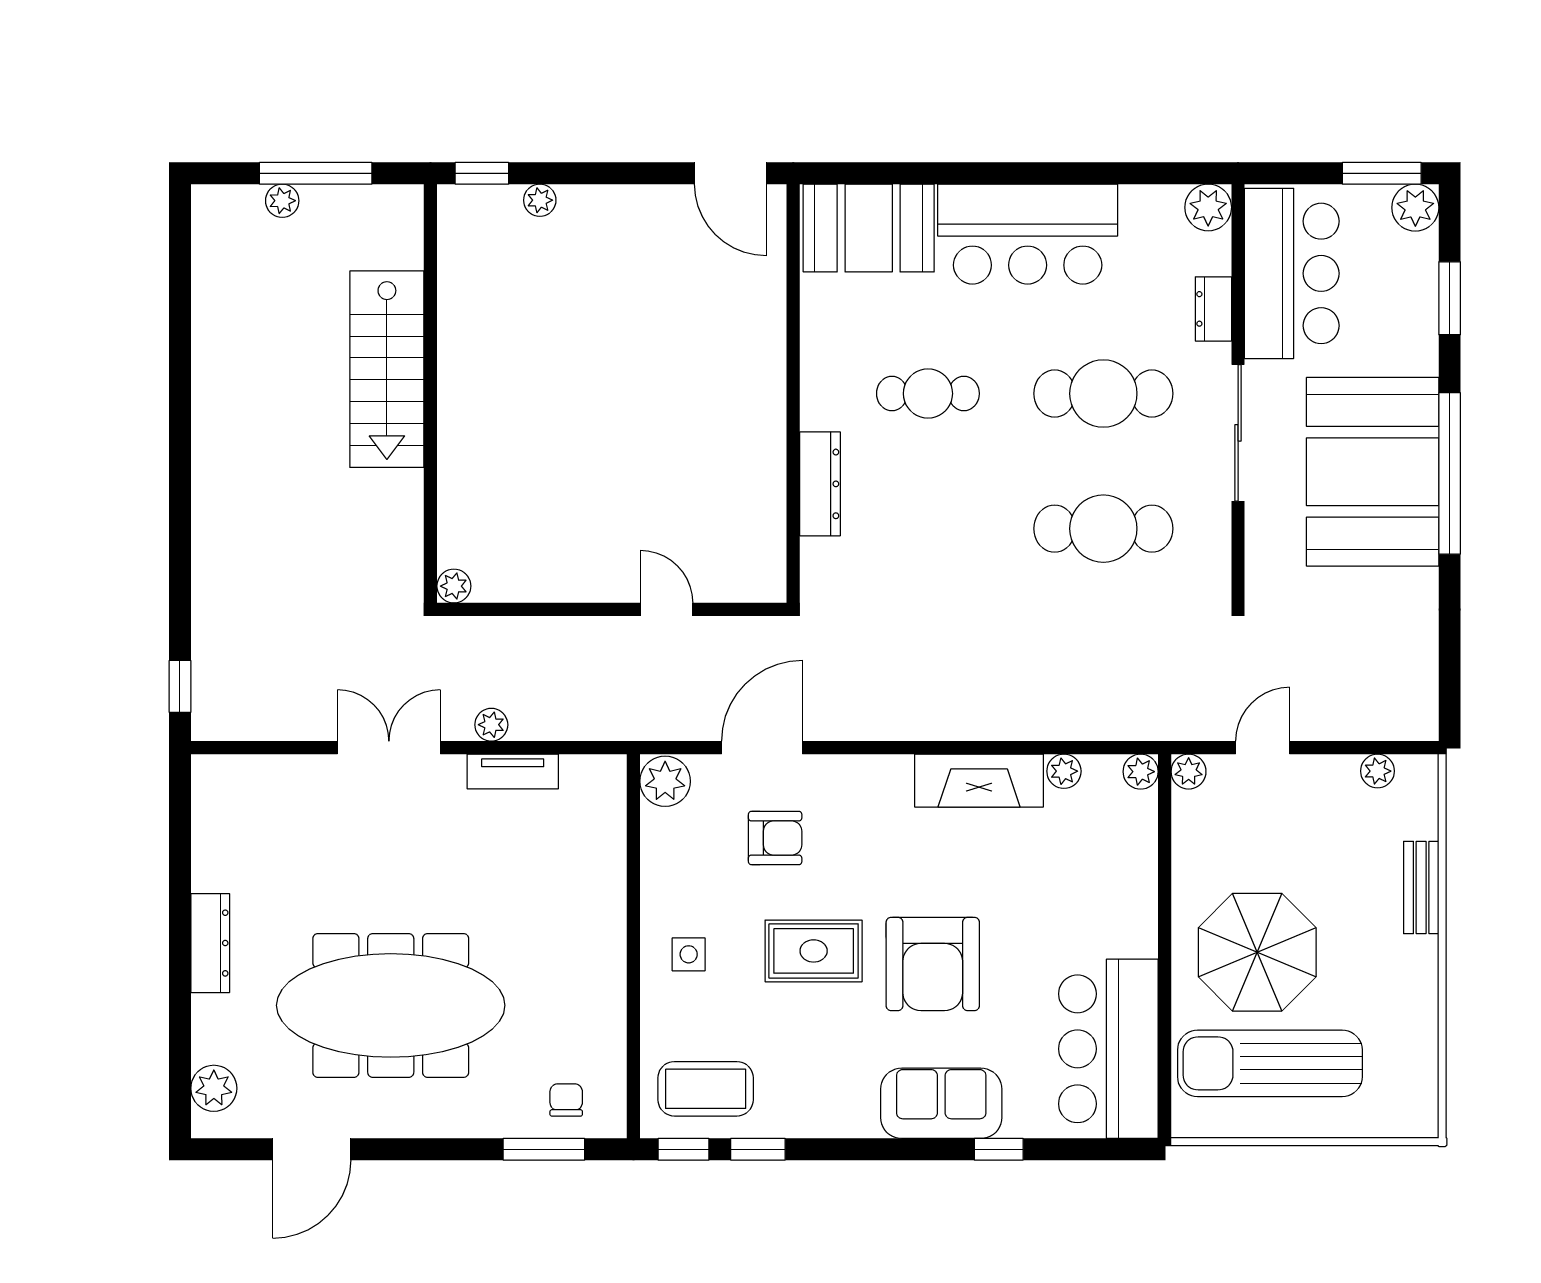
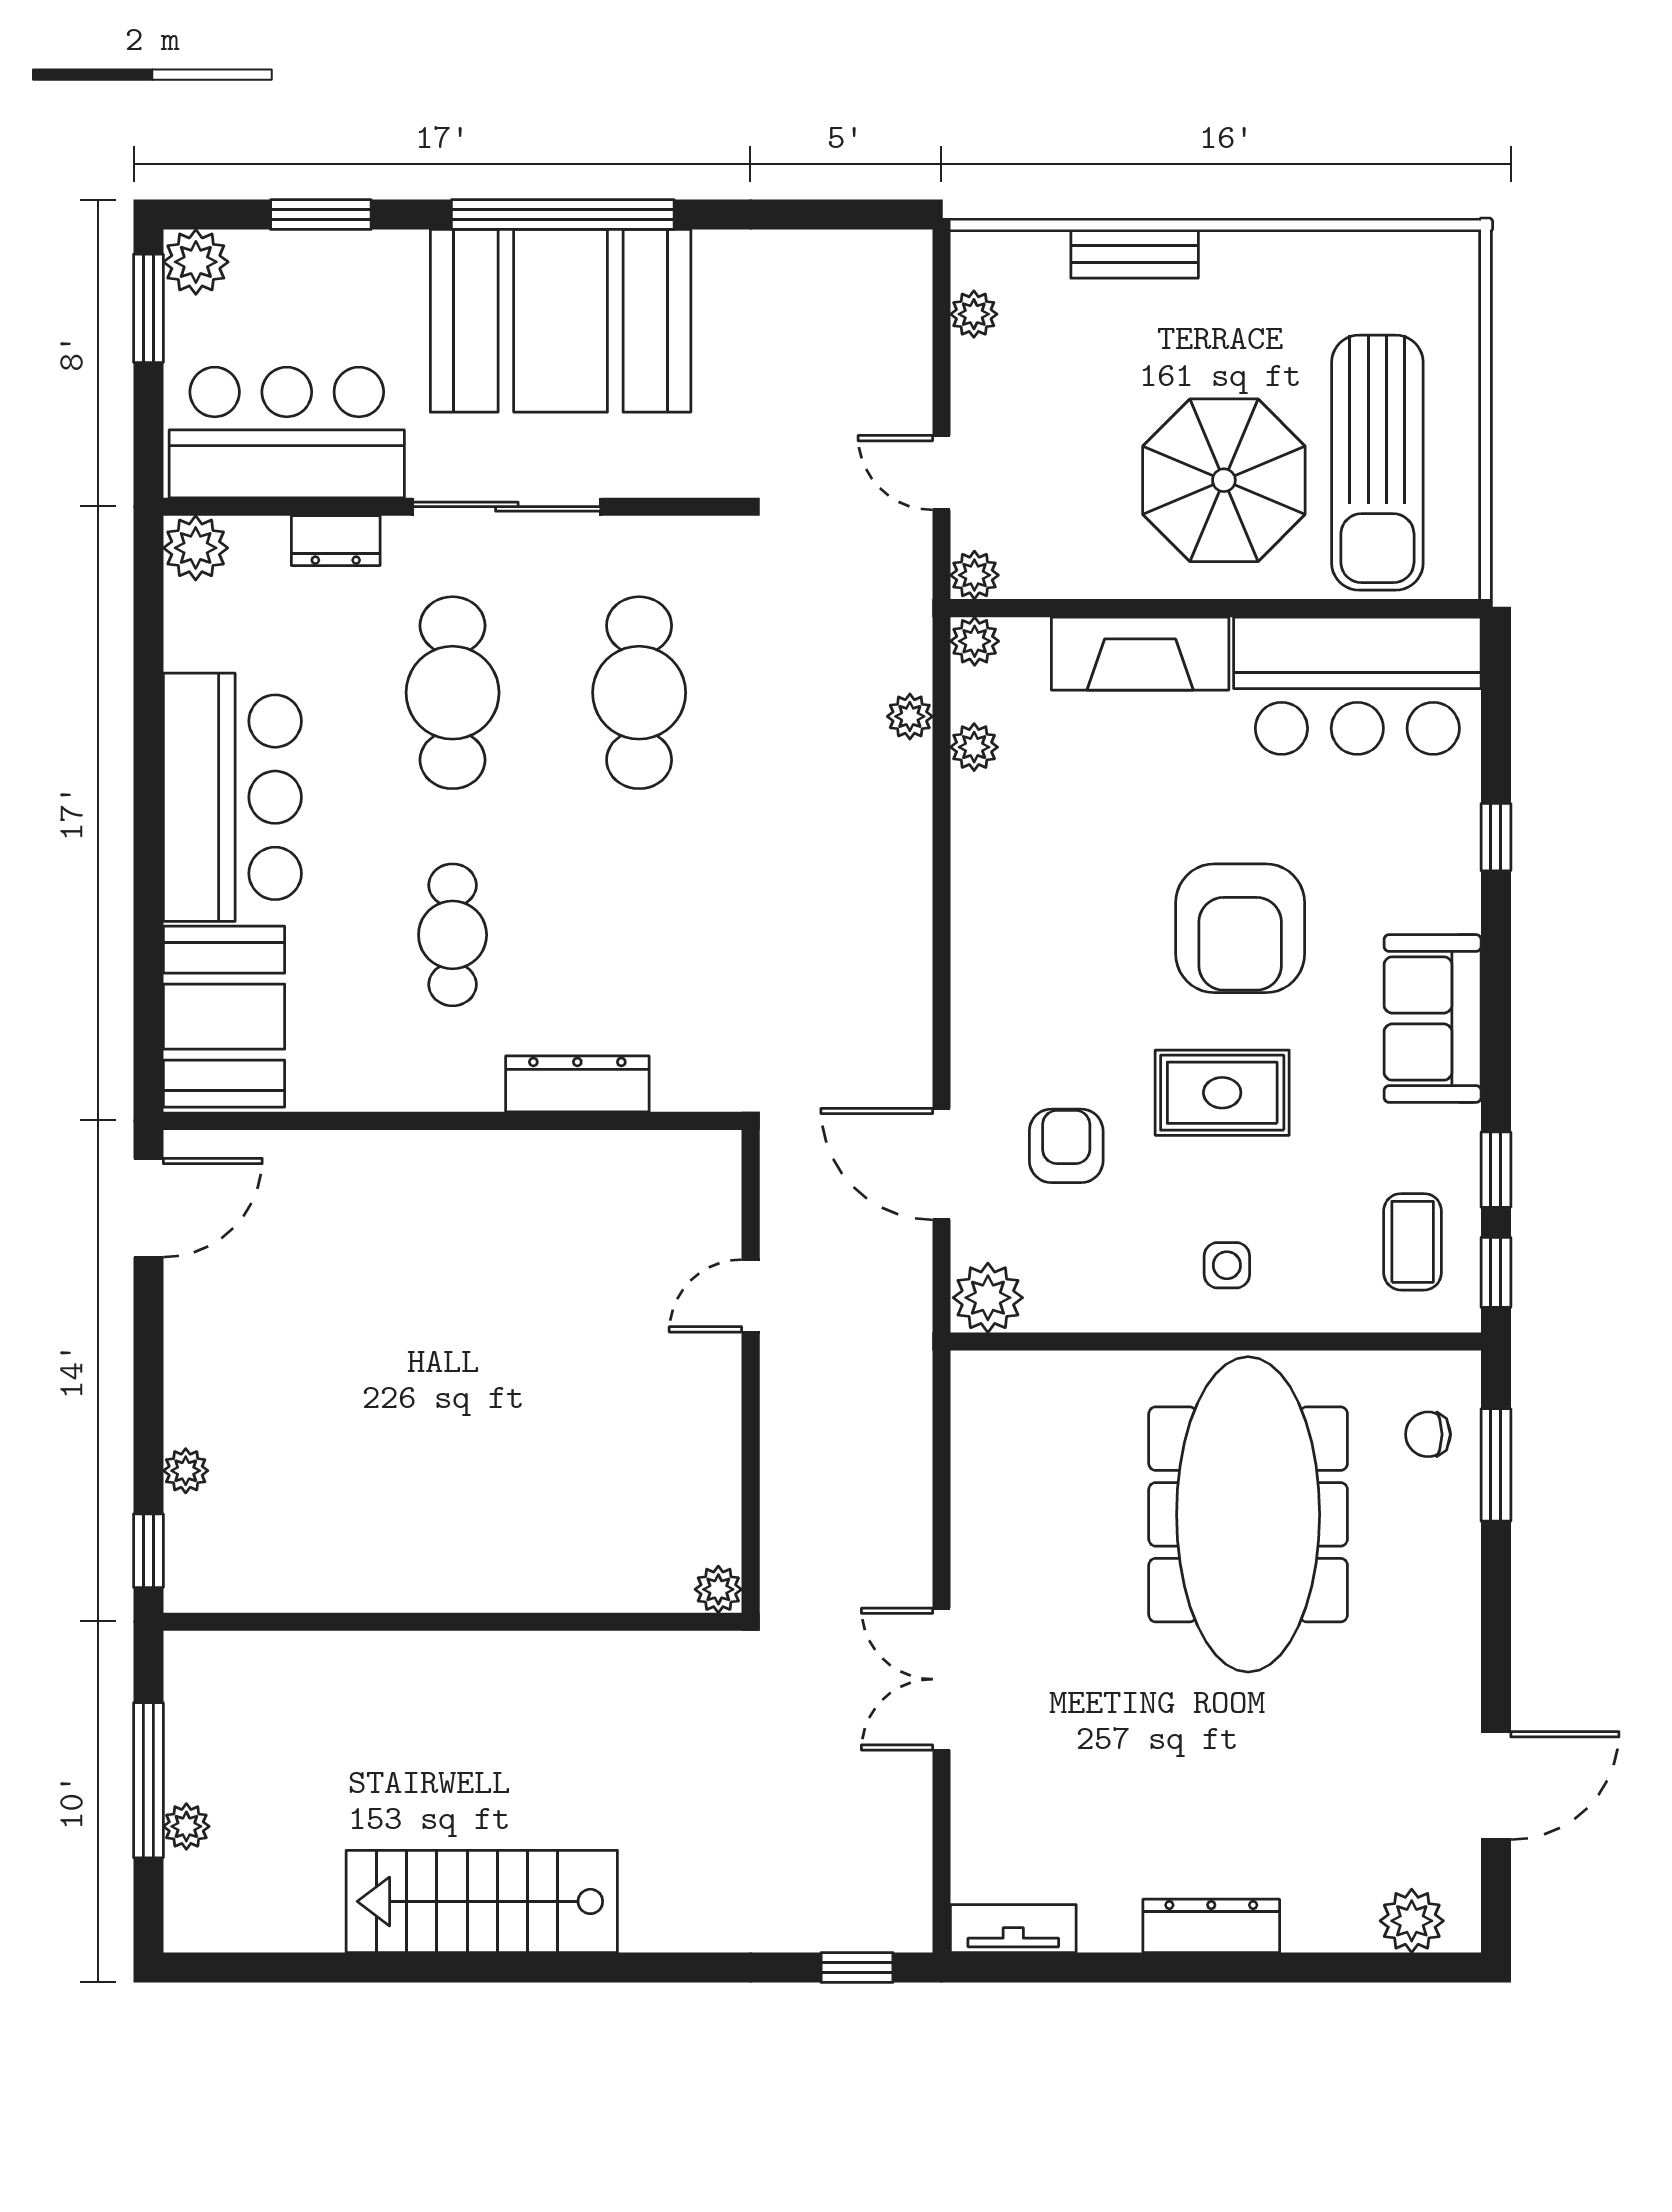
stairs: (387, 369) -> (482, 1901), moved, turned 180
plant: (491, 725) -> (910, 716), moved
tv unit: (513, 771) -> (1013, 1929), moved, turned -90
fireplace: (979, 781) -> (1140, 654), moved, turned 90
rug: (814, 951) -> (1222, 1093), turned 90
armchair: (933, 964) -> (1240, 928), turned 90
meeting table: (391, 1005) -> (1248, 1514), moved
coffee table: (706, 1089) -> (1413, 1242), width x0.73, depth x0.77
sofa: (941, 1103) -> (1433, 1018), moved
door: (312, 1149) -> (1496, 1786), hinge flipped

